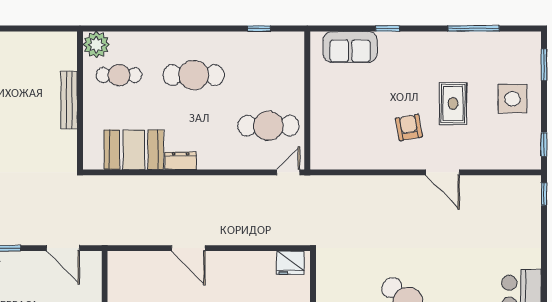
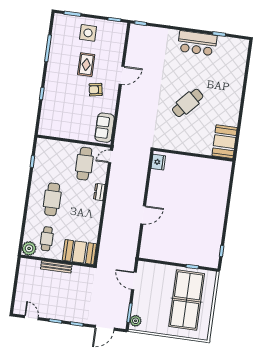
sofa: (350, 47) -> (105, 128), moved, turned 180
rug: (453, 103) -> (86, 65), turned 90
booth: (134, 150) -> (79, 252), moved, turned 90
dresser: (181, 161) -> (99, 192), moved
door: (288, 172) -> (110, 157), hinge flipped
door: (63, 248) -> (134, 281), swing flipped

